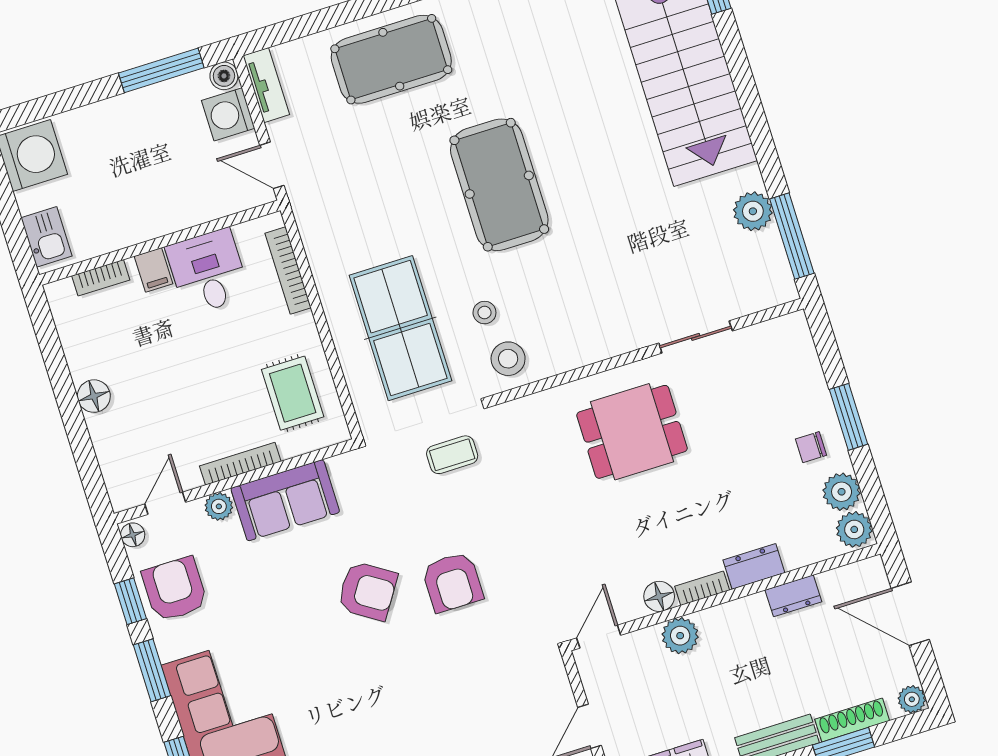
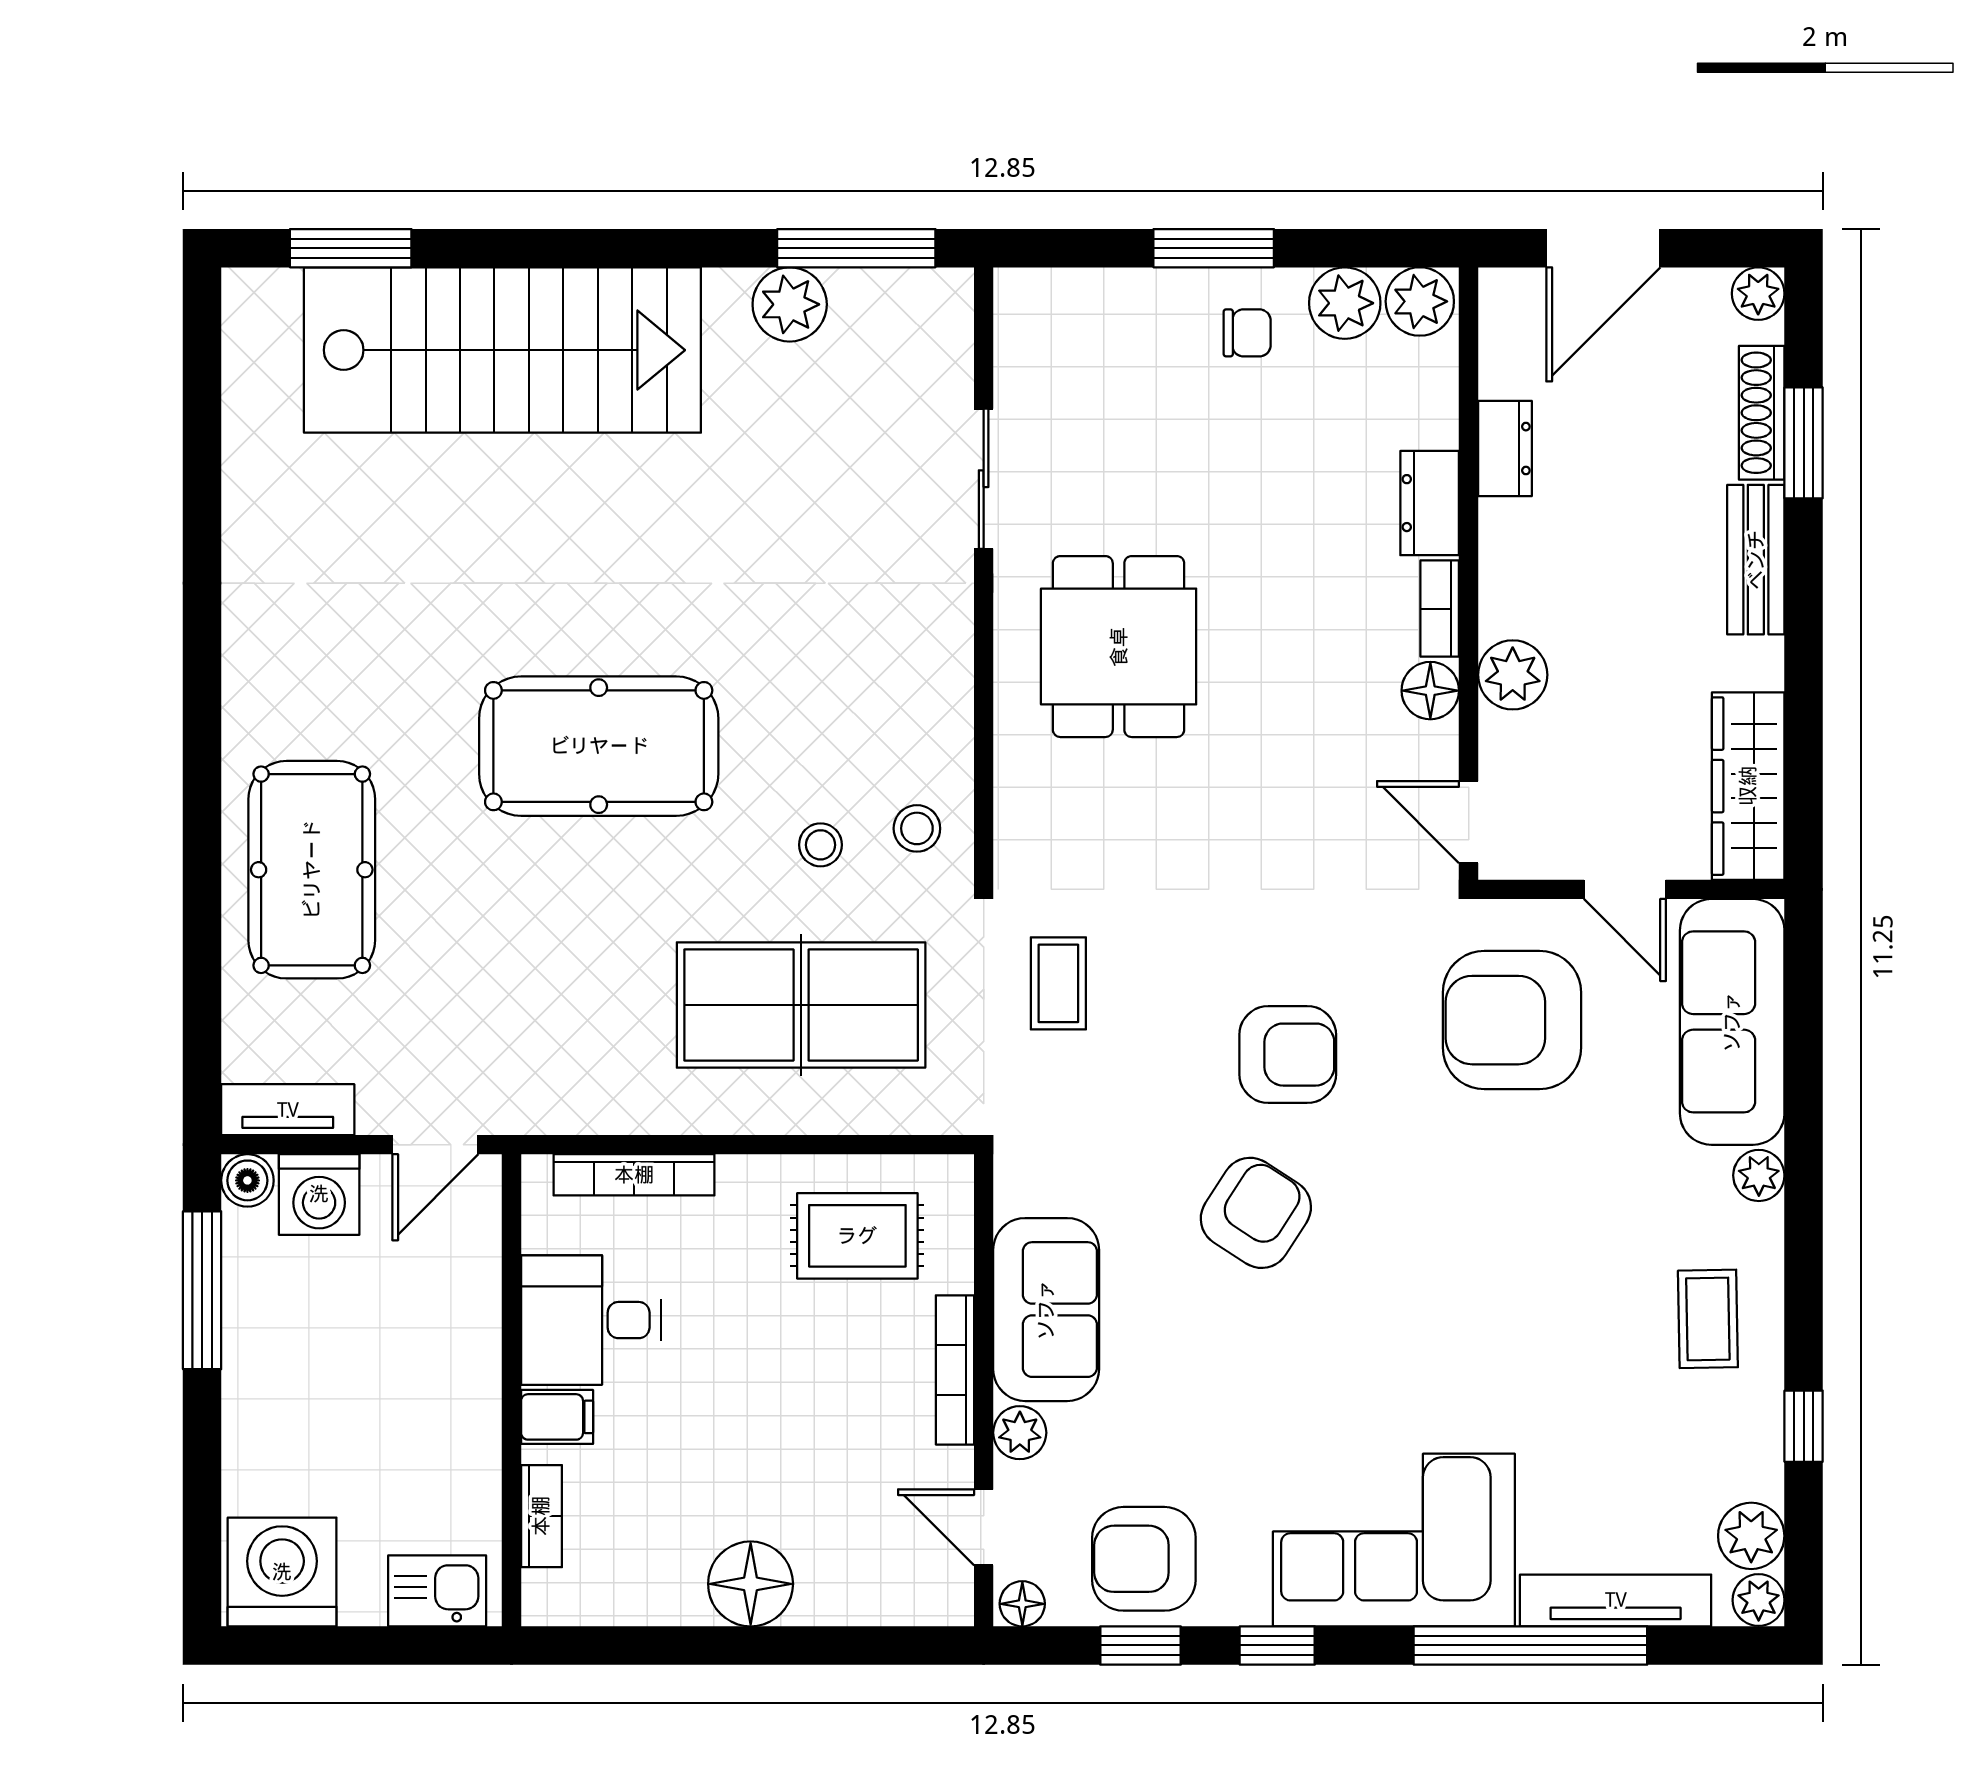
stool: (508, 359) -> (917, 828), width x0.73, depth x0.73
floor lamp: (94, 396) -> (751, 1584), width x1.38, depth x1.38
chair: (811, 447) -> (1247, 333), turned -90
window: (152, 670) -> (1277, 1645), width x0.67
armchair: (505, 690) -> (1512, 1020), added

